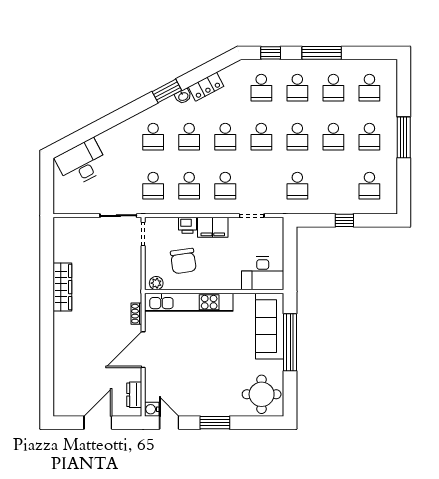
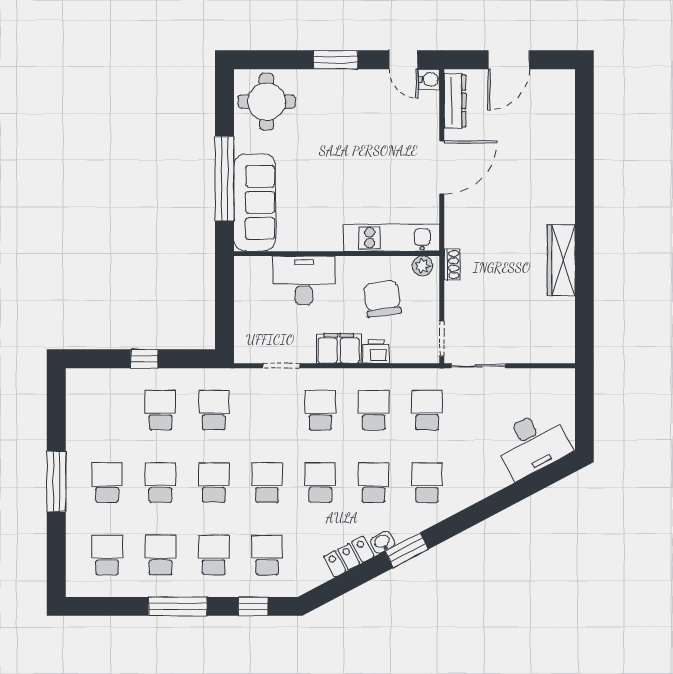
school desk: (369, 186) -> (160, 410), moved
desk: (263, 273) -> (304, 280), moved
kitchen unit: (189, 302) -> (392, 238), width x0.73
shoe rack: (136, 314) -> (452, 265), moved
dresser: (134, 395) -> (455, 101), width x1.44

